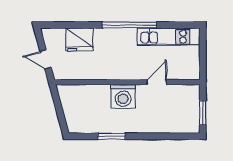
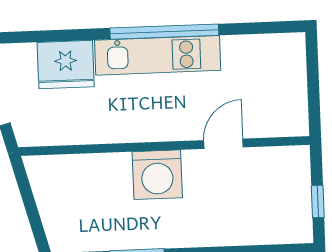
kitchen unit: (169, 37) -> (158, 55), moved
window: (203, 113) -> (318, 201), width x0.67

